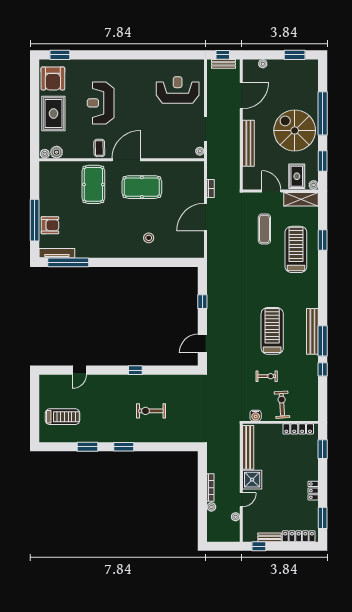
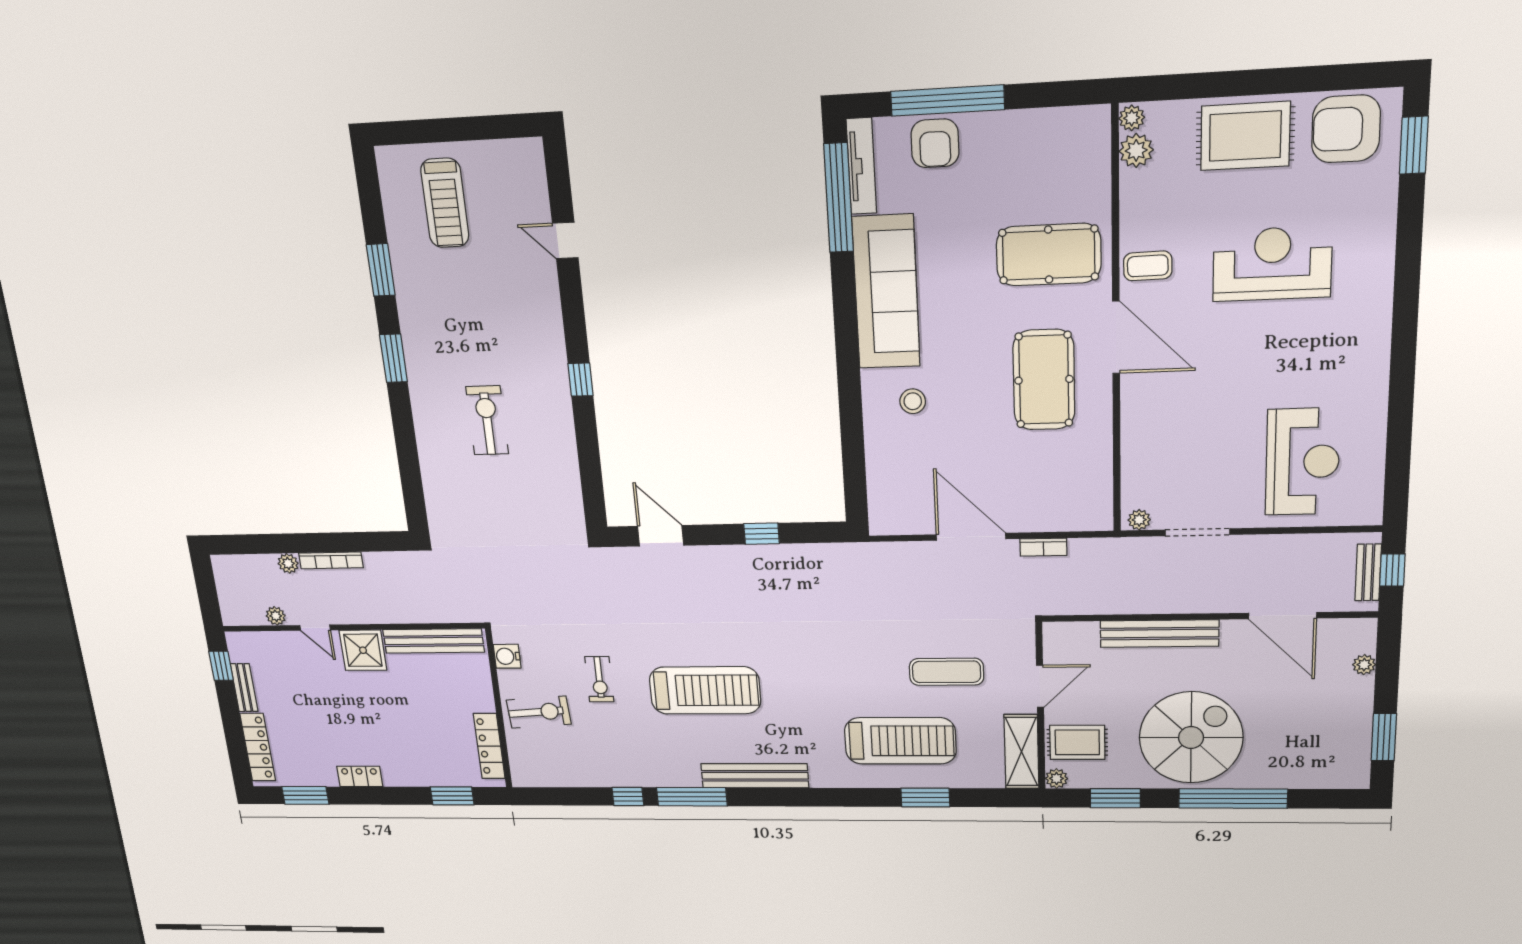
sofa: (105, 246) -> (886, 292), added
bench: (312, 331) -> (755, 776), moved

